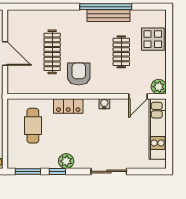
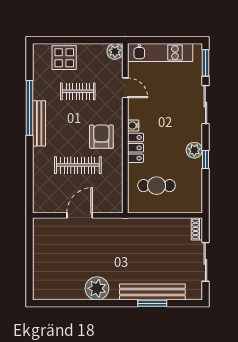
bench: (109, 16) -> (39, 123), moved
armchair: (79, 74) -> (101, 137), turned 90
door: (138, 96) -> (125, 88), moved
water cooler: (104, 104) -> (133, 126), moved
window: (28, 171) -> (205, 63), moved

